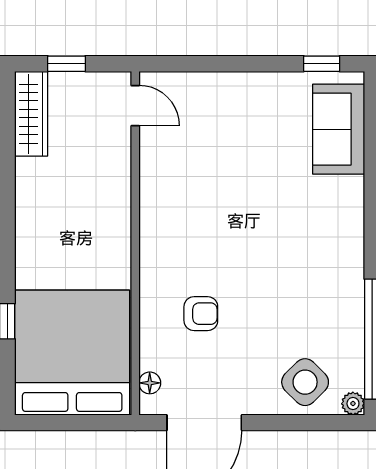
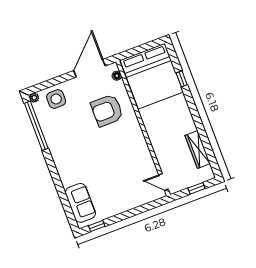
wardrobe: (31, 114) -> (198, 150), moved
armchair: (201, 314) -> (107, 110), width x1.88, depth x1.88
side table: (305, 382) -> (56, 99), turned 45

